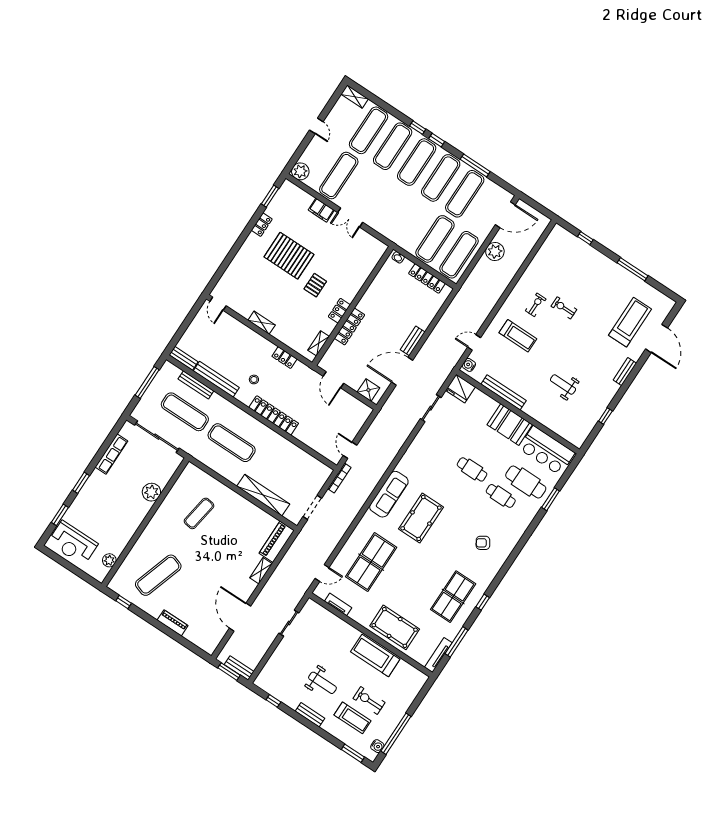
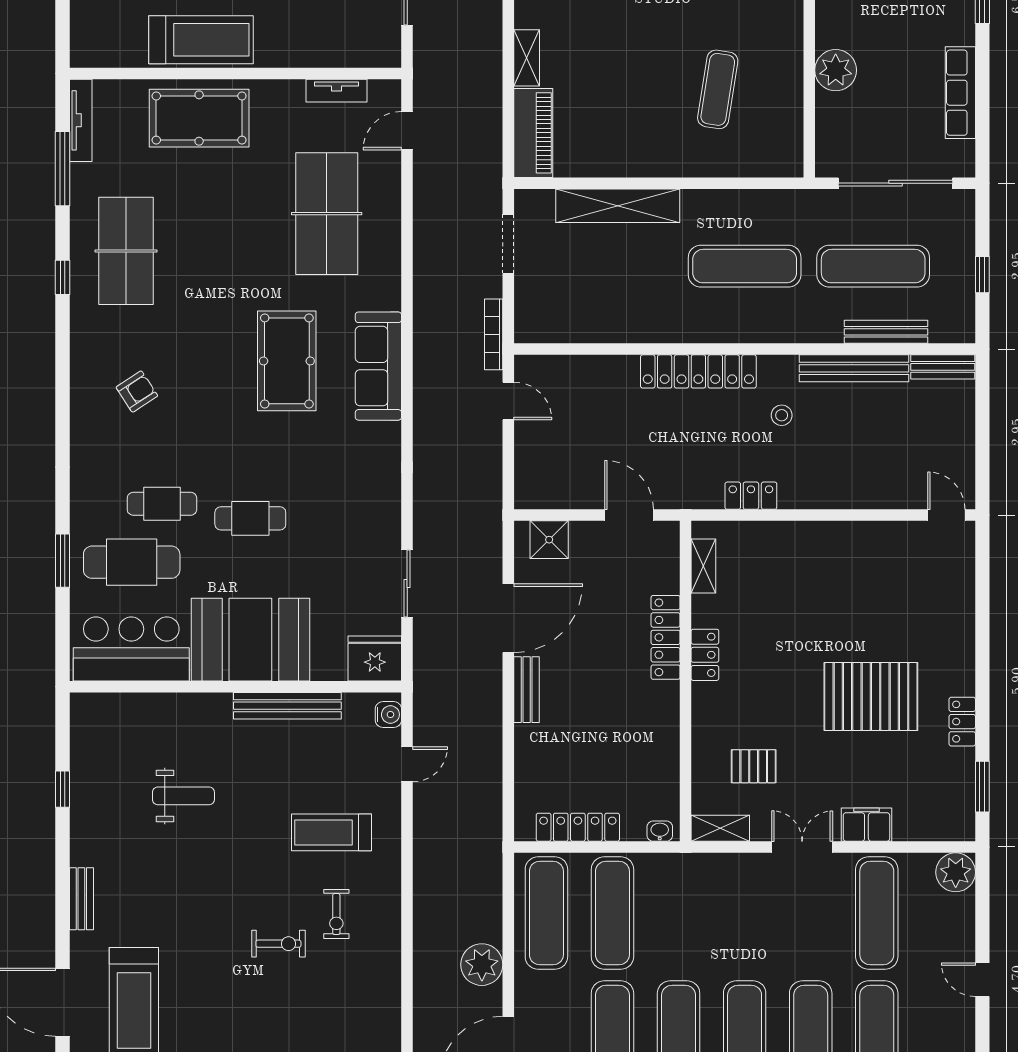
pallet: (315, 285) -> (754, 766), moved, turned 90
shelving: (262, 323) -> (720, 828), moved
window: (147, 382) -> (982, 275), width x0.46
booth: (510, 425) -> (250, 640), width x1.36, depth x1.42

